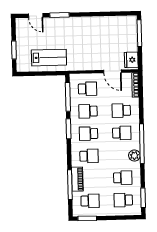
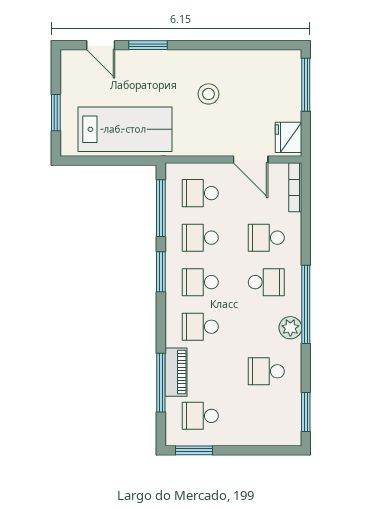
stool: (90, 39) -> (208, 94), added
lab bench: (49, 58) -> (125, 129), width x1.36, depth x1.39
school desk: (88, 89) -> (200, 193), turned 180
school desk: (89, 156) -> (200, 327), turned 180
school desk: (123, 178) -> (266, 371), turned 180
school desk: (123, 200) -> (266, 416), removed
school desk: (90, 201) -> (200, 416), turned 180

